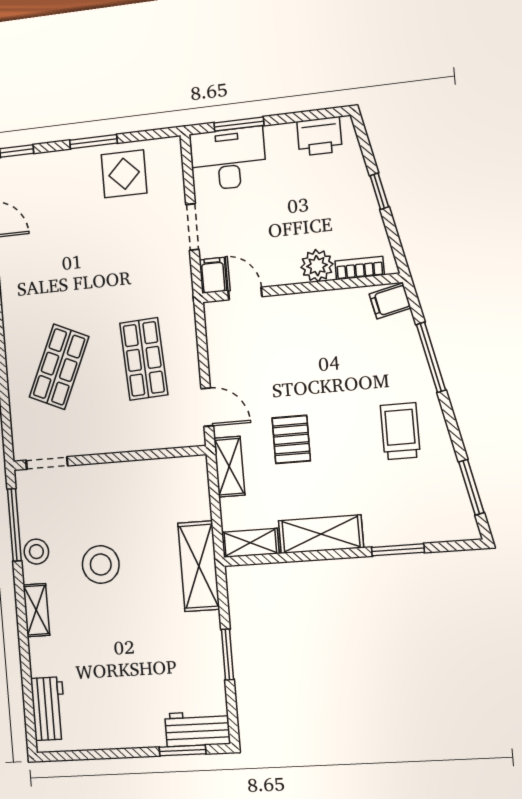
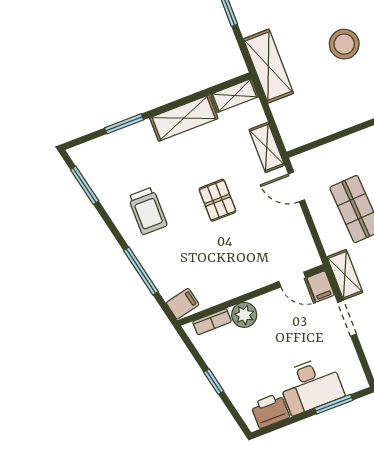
desk: (228, 159) -> (311, 385), moved
shelving: (180, 282) -> (345, 275), added
pallet: (291, 439) -> (217, 200), moved

